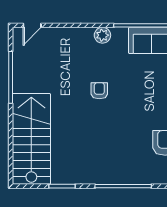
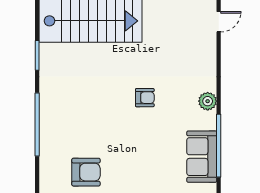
door: (32, 25) -> (219, 22), swing flipped

